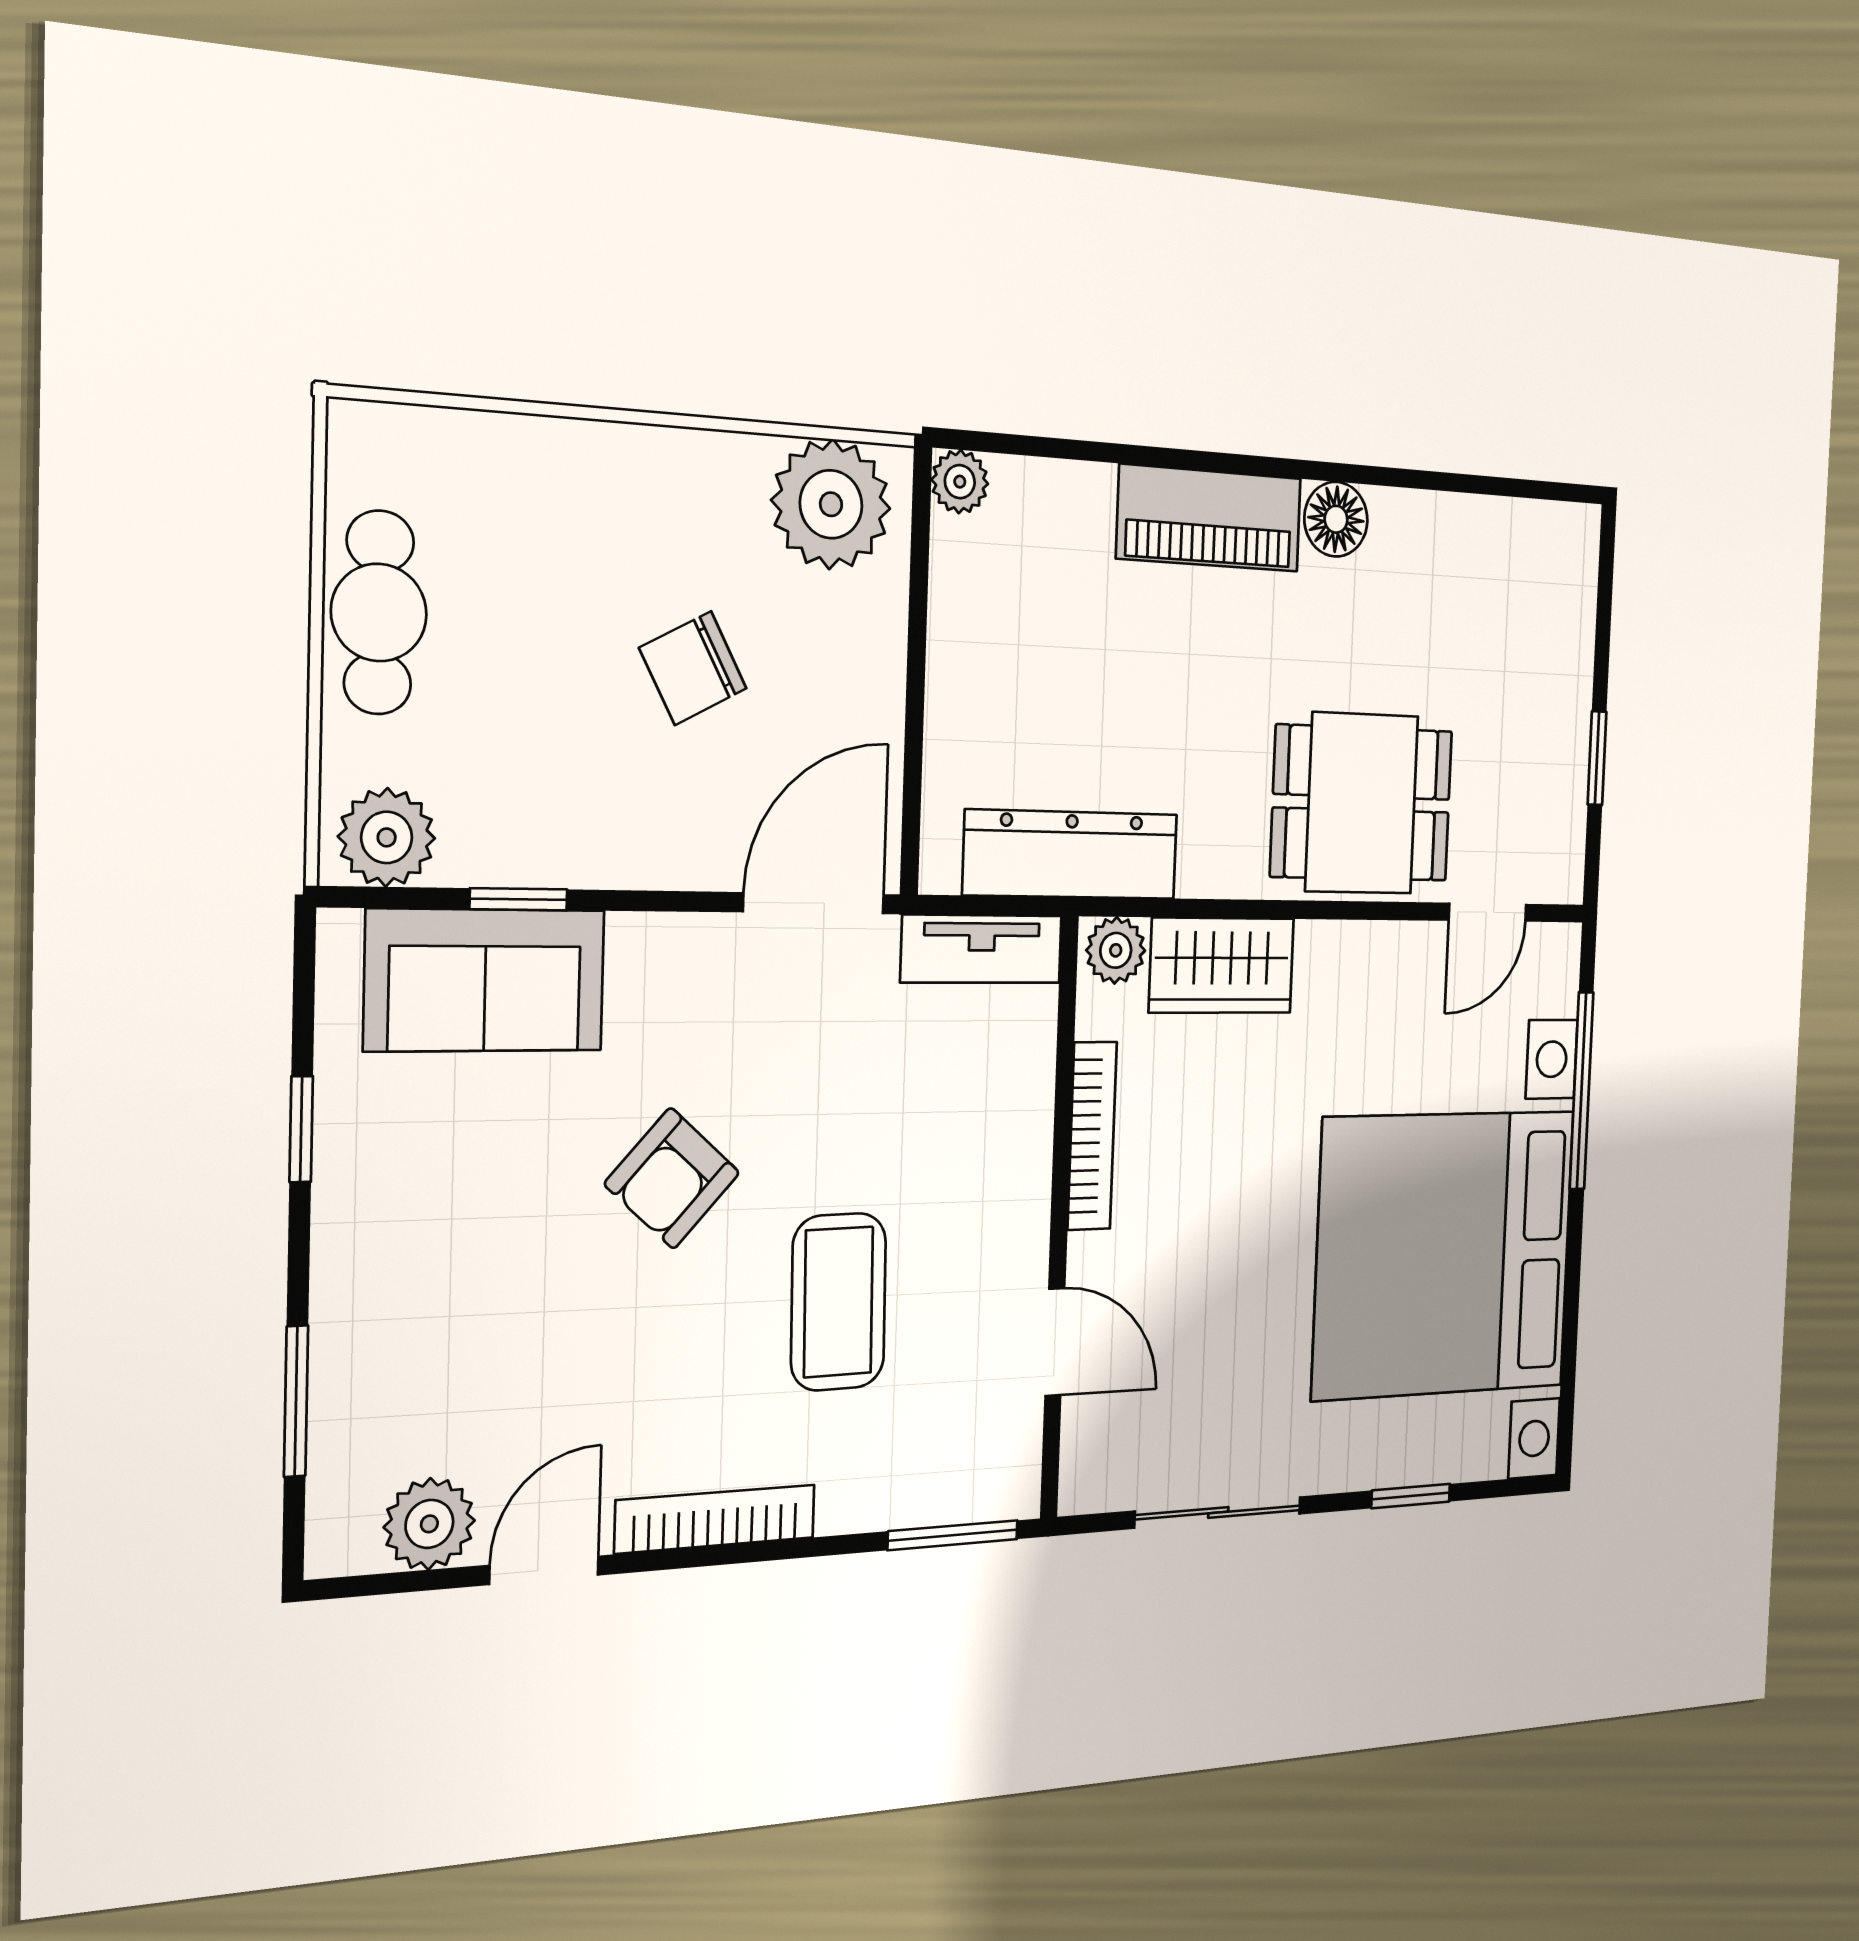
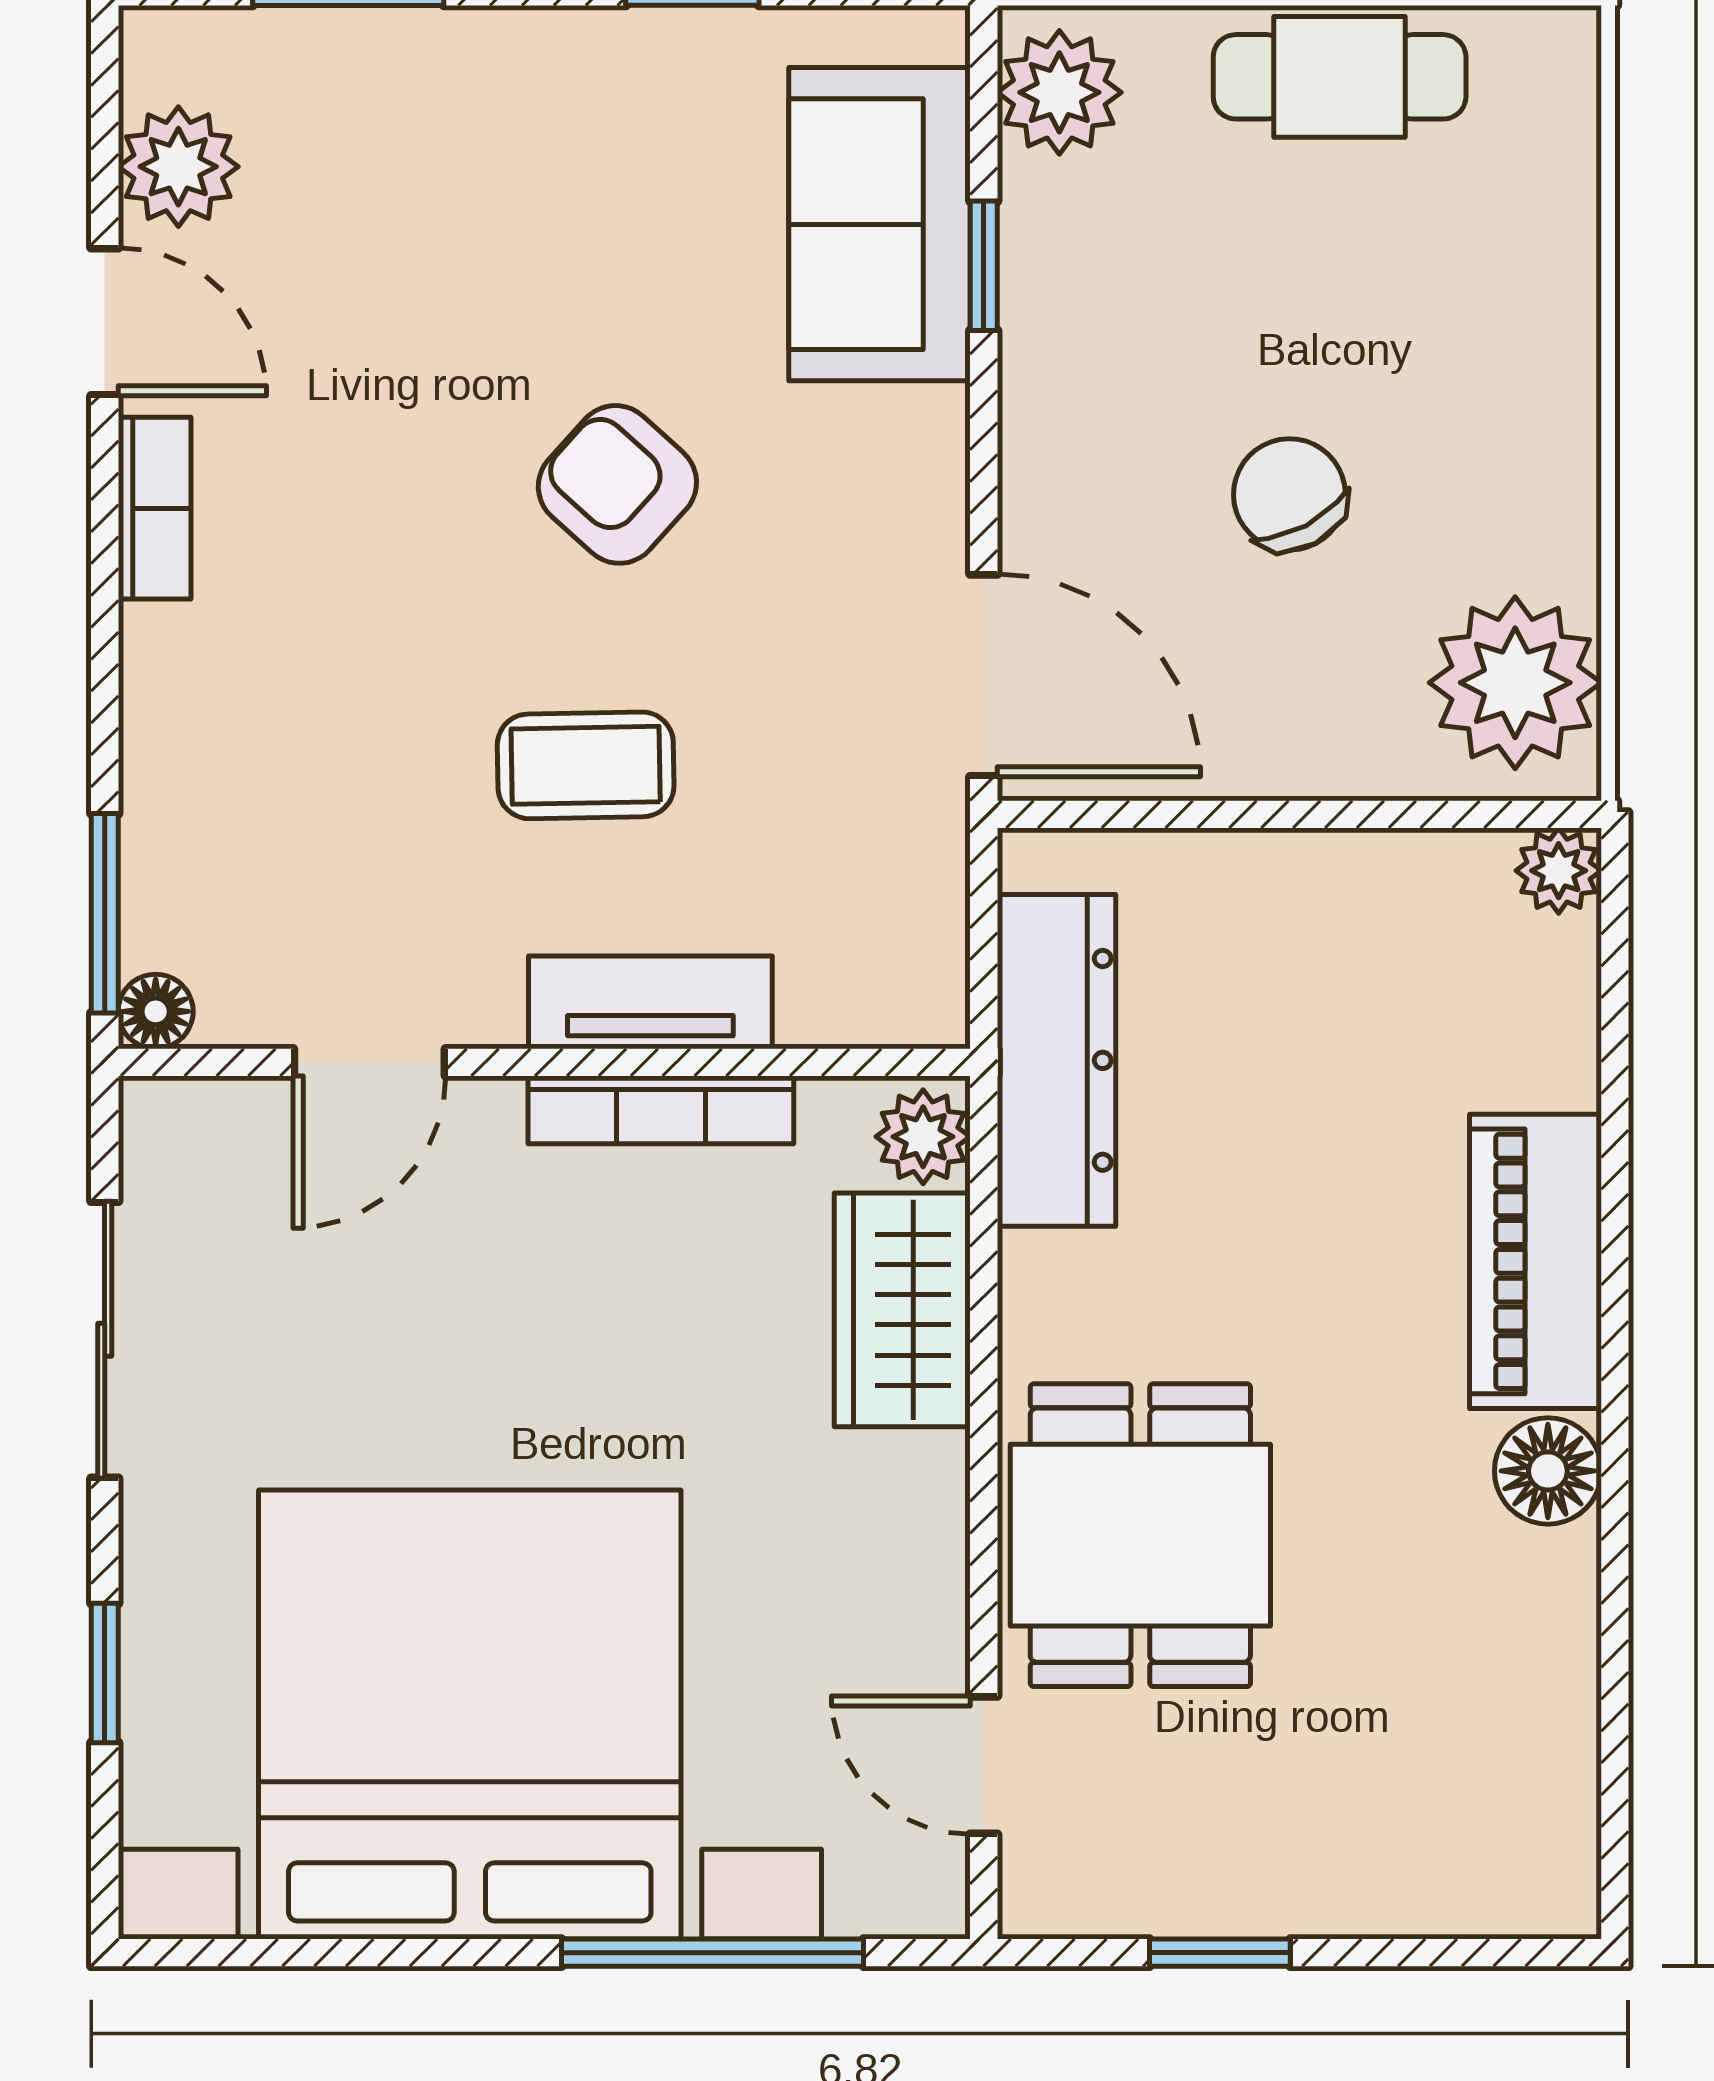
tv unit: (982, 949) -> (650, 1002), moved, turned 90
coffee table: (839, 1302) -> (586, 765), moved, width x0.73, depth x0.77
floor lamp: (1017, 1494) -> (156, 1011), added
bookcase: (716, 1519) -> (155, 508), width x0.64

